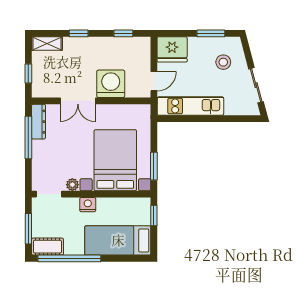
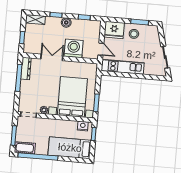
boiler: (96, 44) -> (66, 23), added
stool: (223, 62) -> (134, 34), moved
door: (154, 81) -> (101, 49), hinge flipped
double door: (78, 101) -> (52, 57), swing flipped
nightstand: (88, 205) -> (83, 126), moved

